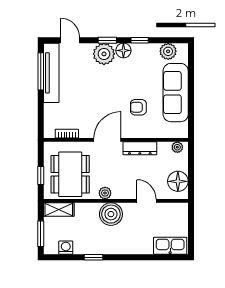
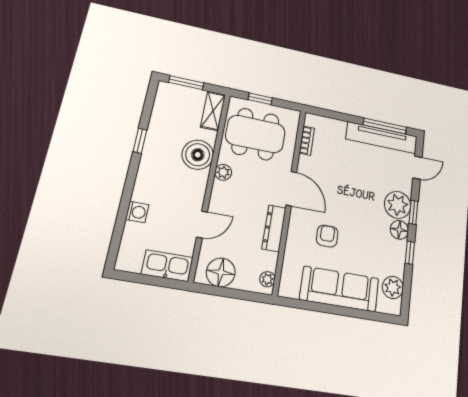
boiler: (111, 214) -> (198, 155), moved
kitchen sink: (170, 246) -> (167, 266), moved, turned -90
washing machine: (66, 248) -> (137, 212), moved

